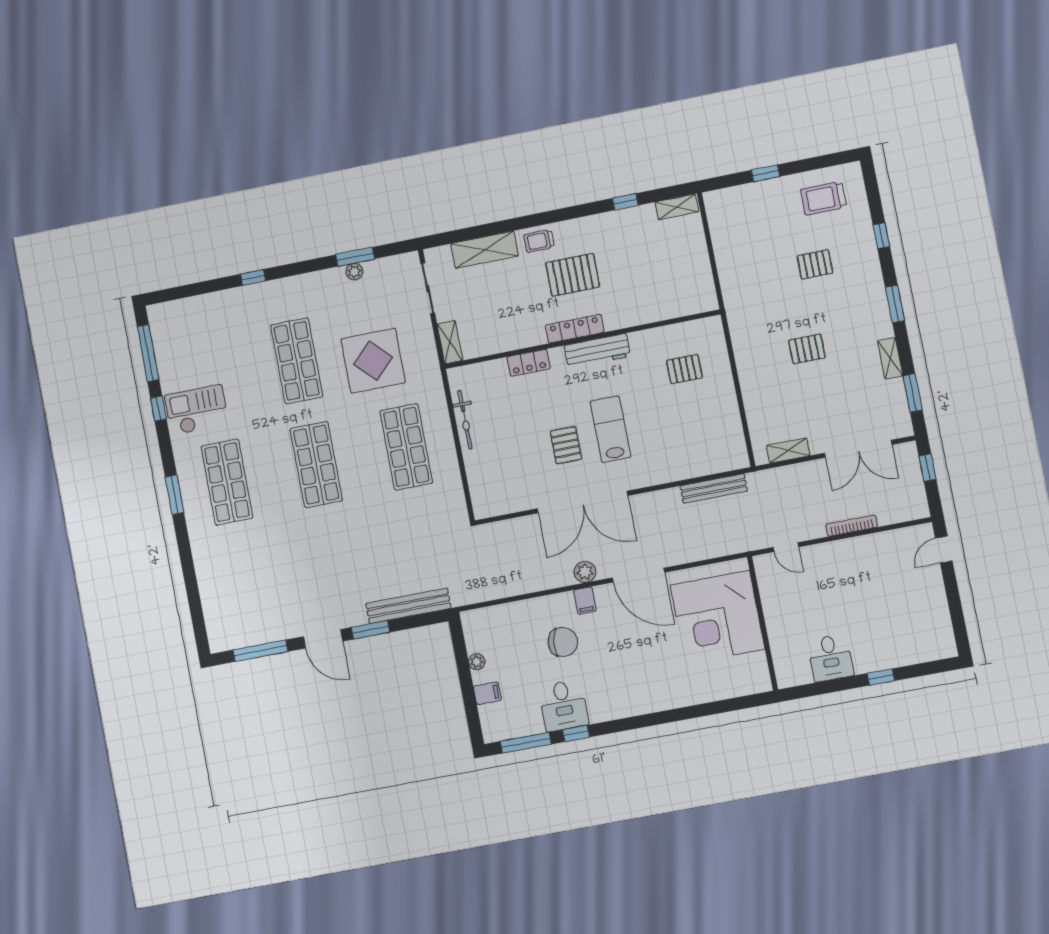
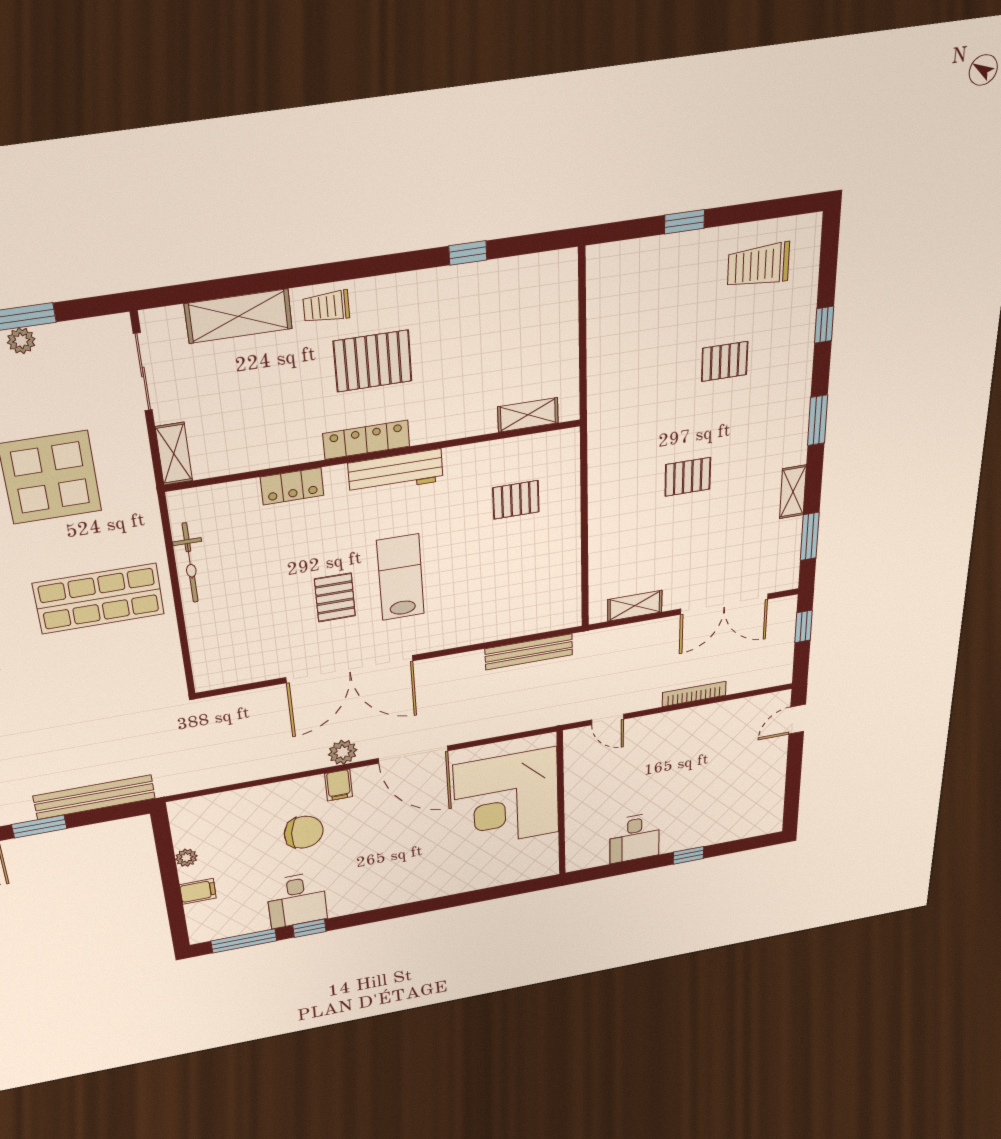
shelving: (677, 207) -> (528, 415), moved
shop shelf: (406, 447) -> (99, 599), turned 90

